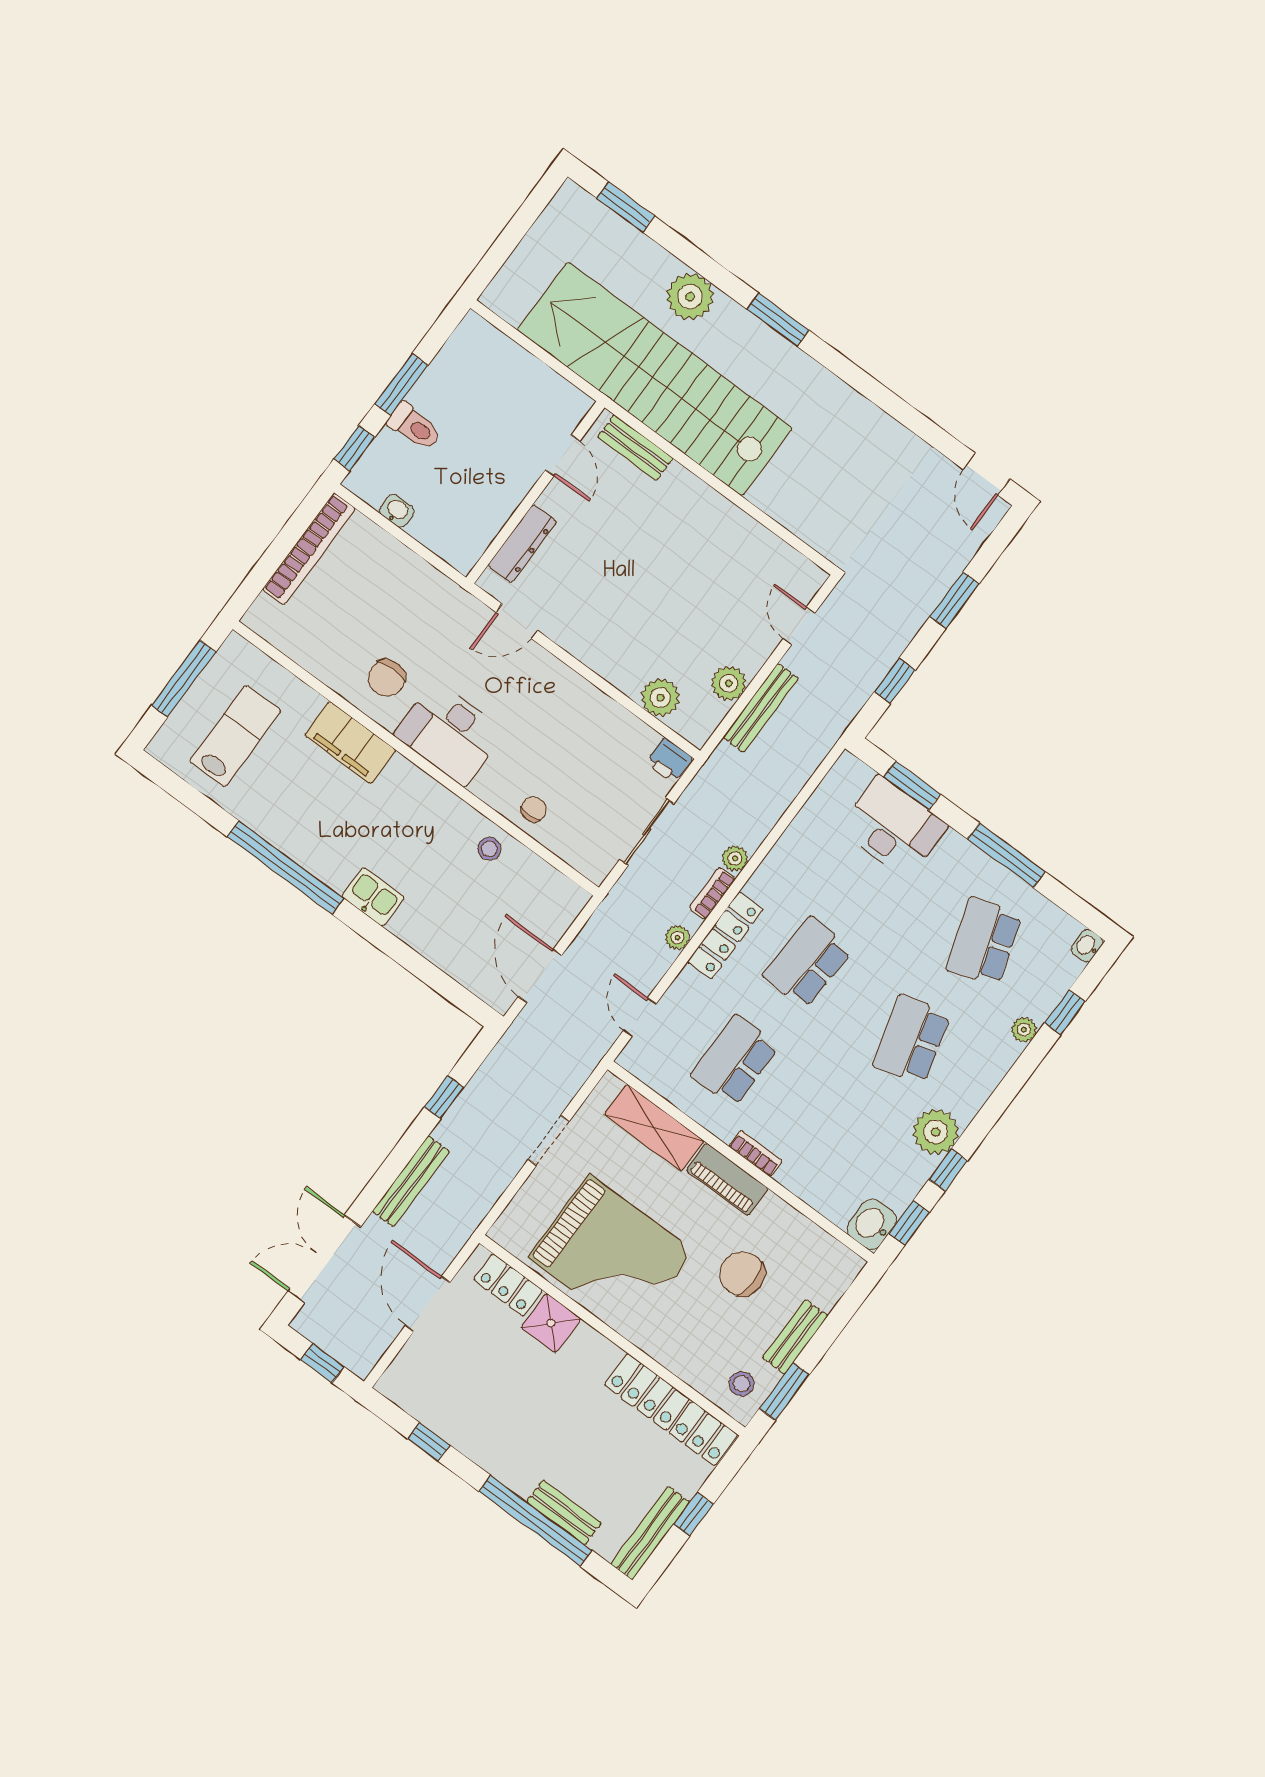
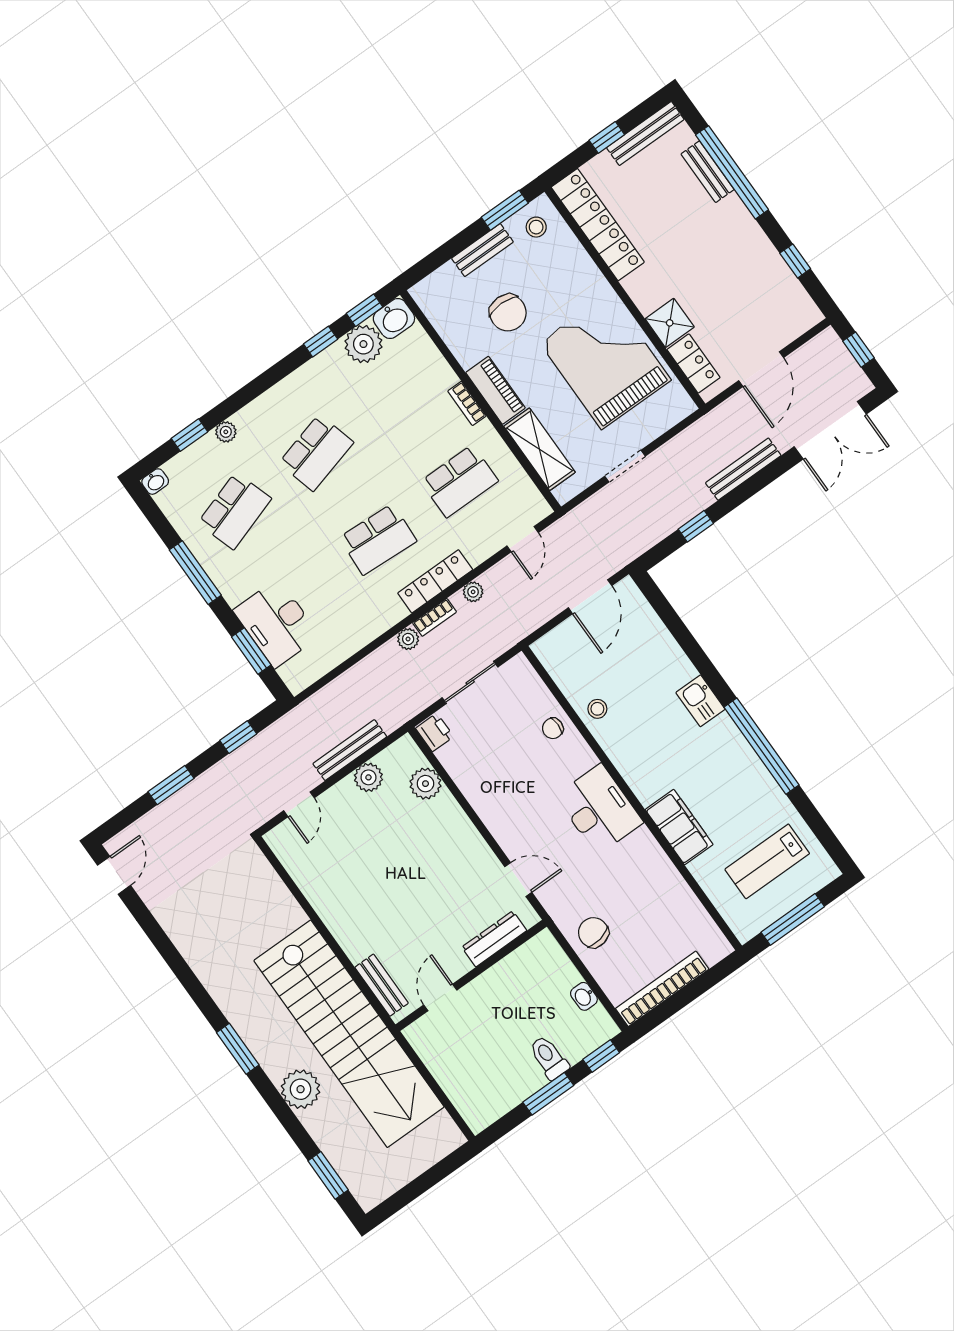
chair: (387, 678) -> (593, 933), moved, turned -101
plant: (936, 1132) -> (363, 344), moved

